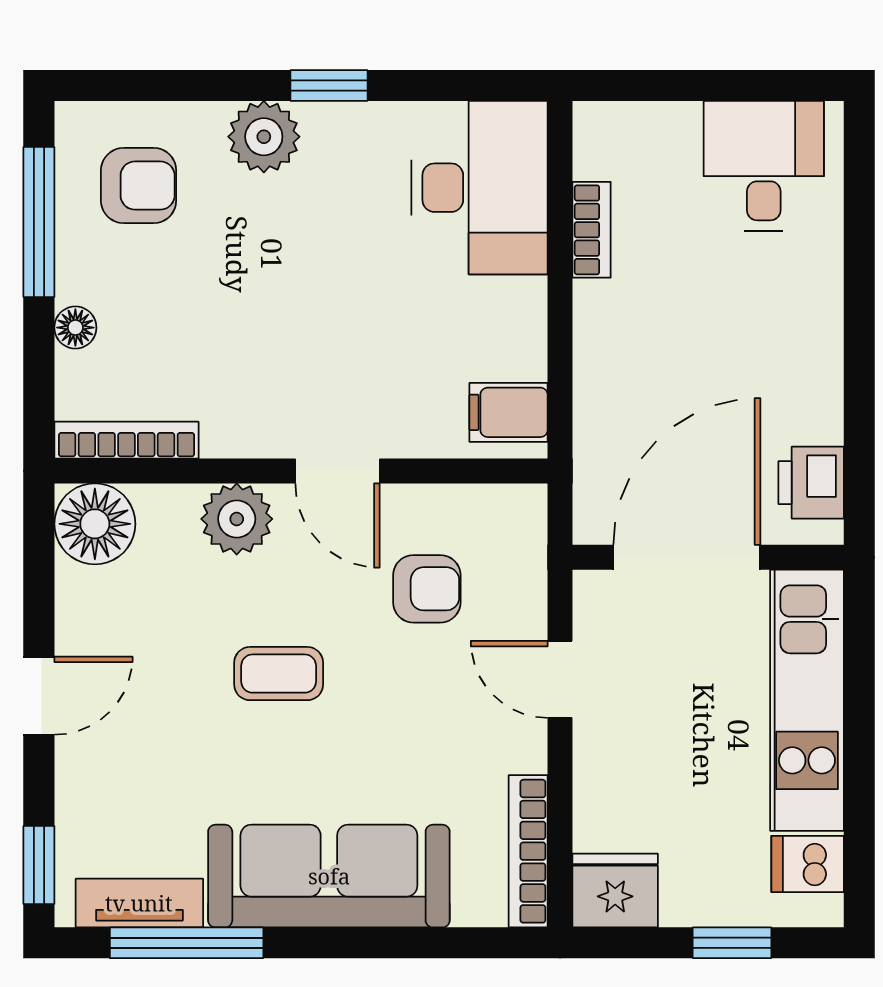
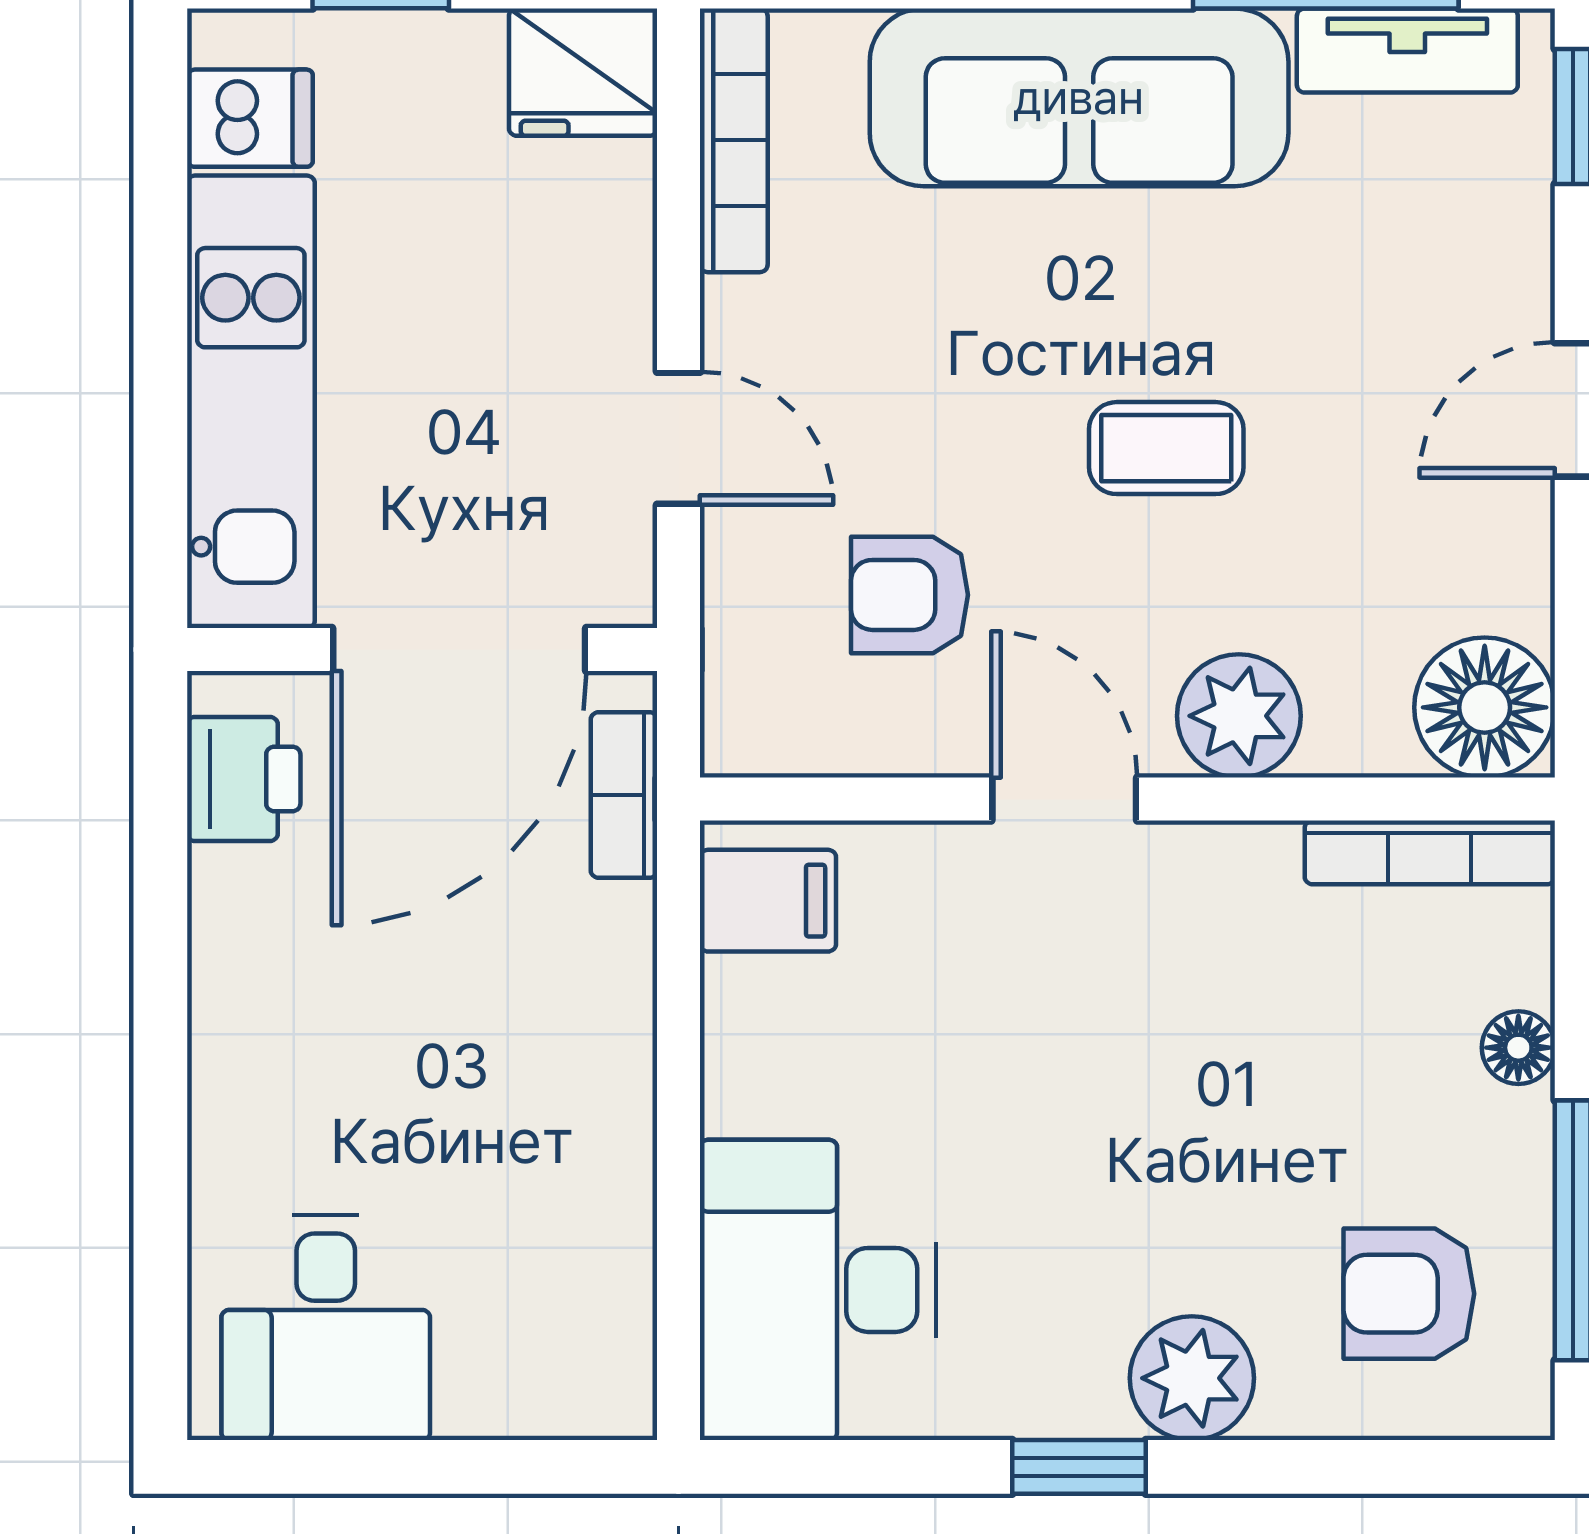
bookcase: (592, 230) -> (624, 795), moved

